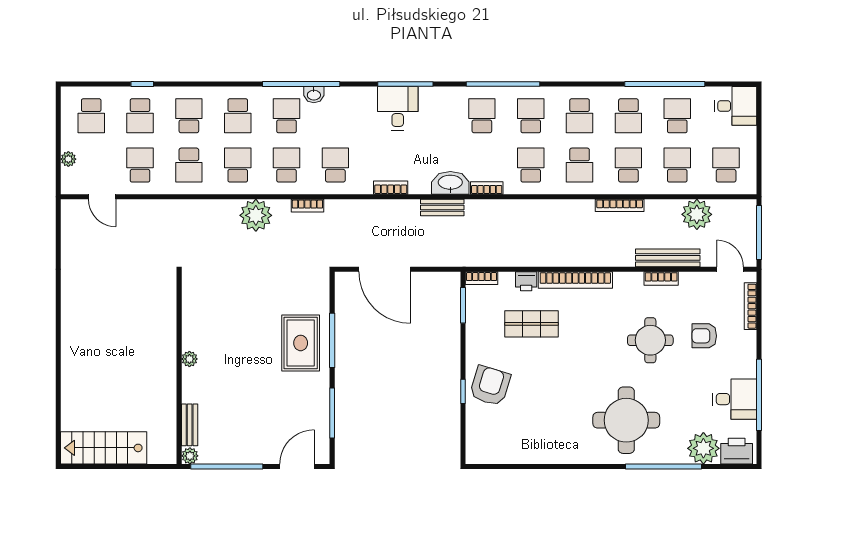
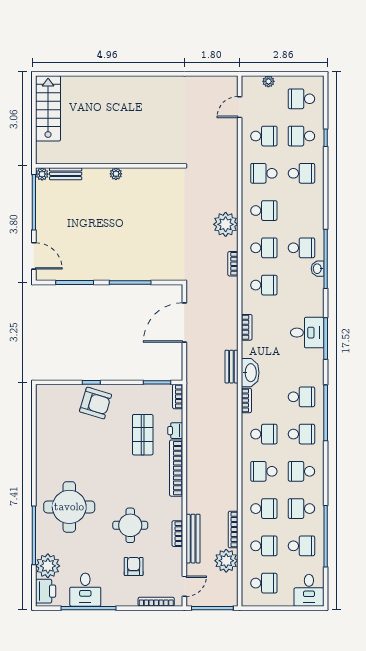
school desk: (238, 116) -> (301, 211), removed
bookcase: (620, 205) -> (233, 530), moved
rug: (301, 343) -> (128, 259), removed

